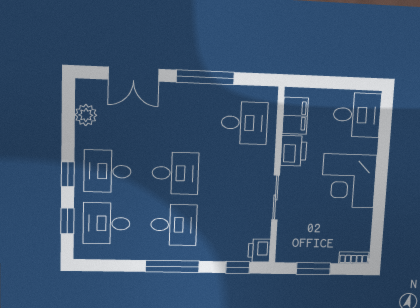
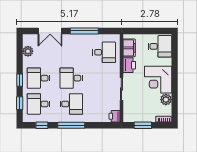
desk: (175, 173) -> (71, 78), turned 180
plant: (361, 220) -> (166, 100), added
window: (238, 267) -> (42, 125), moved

